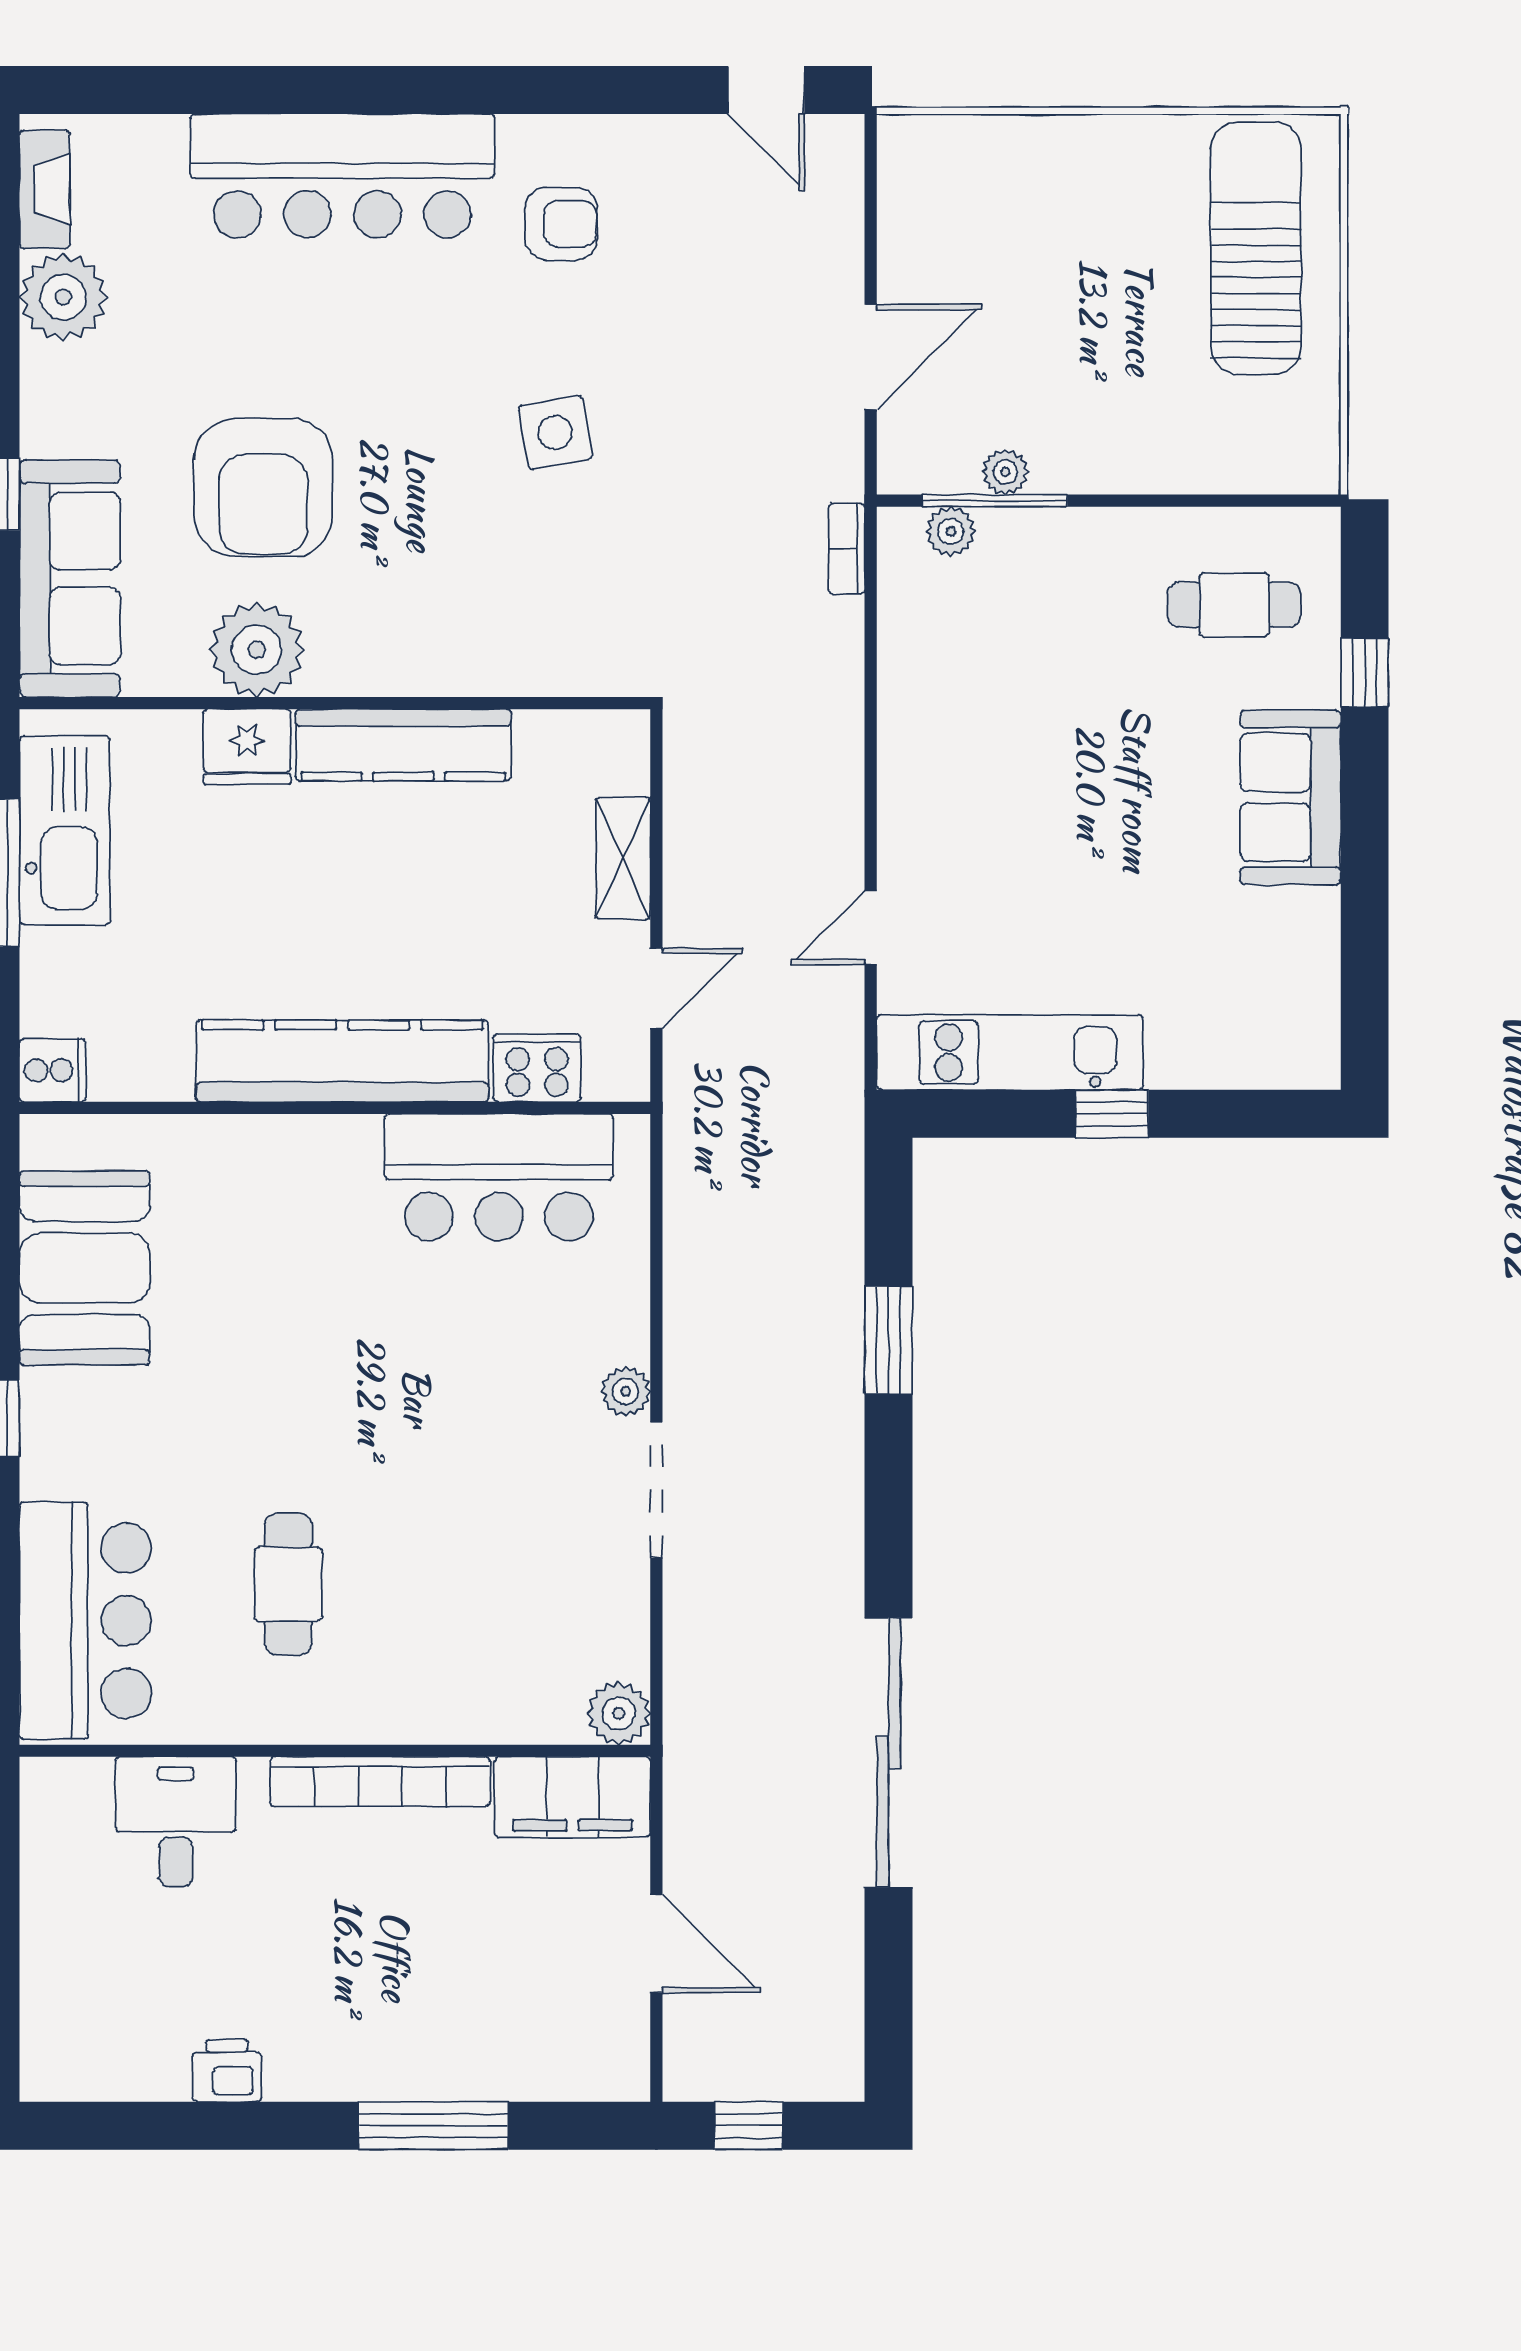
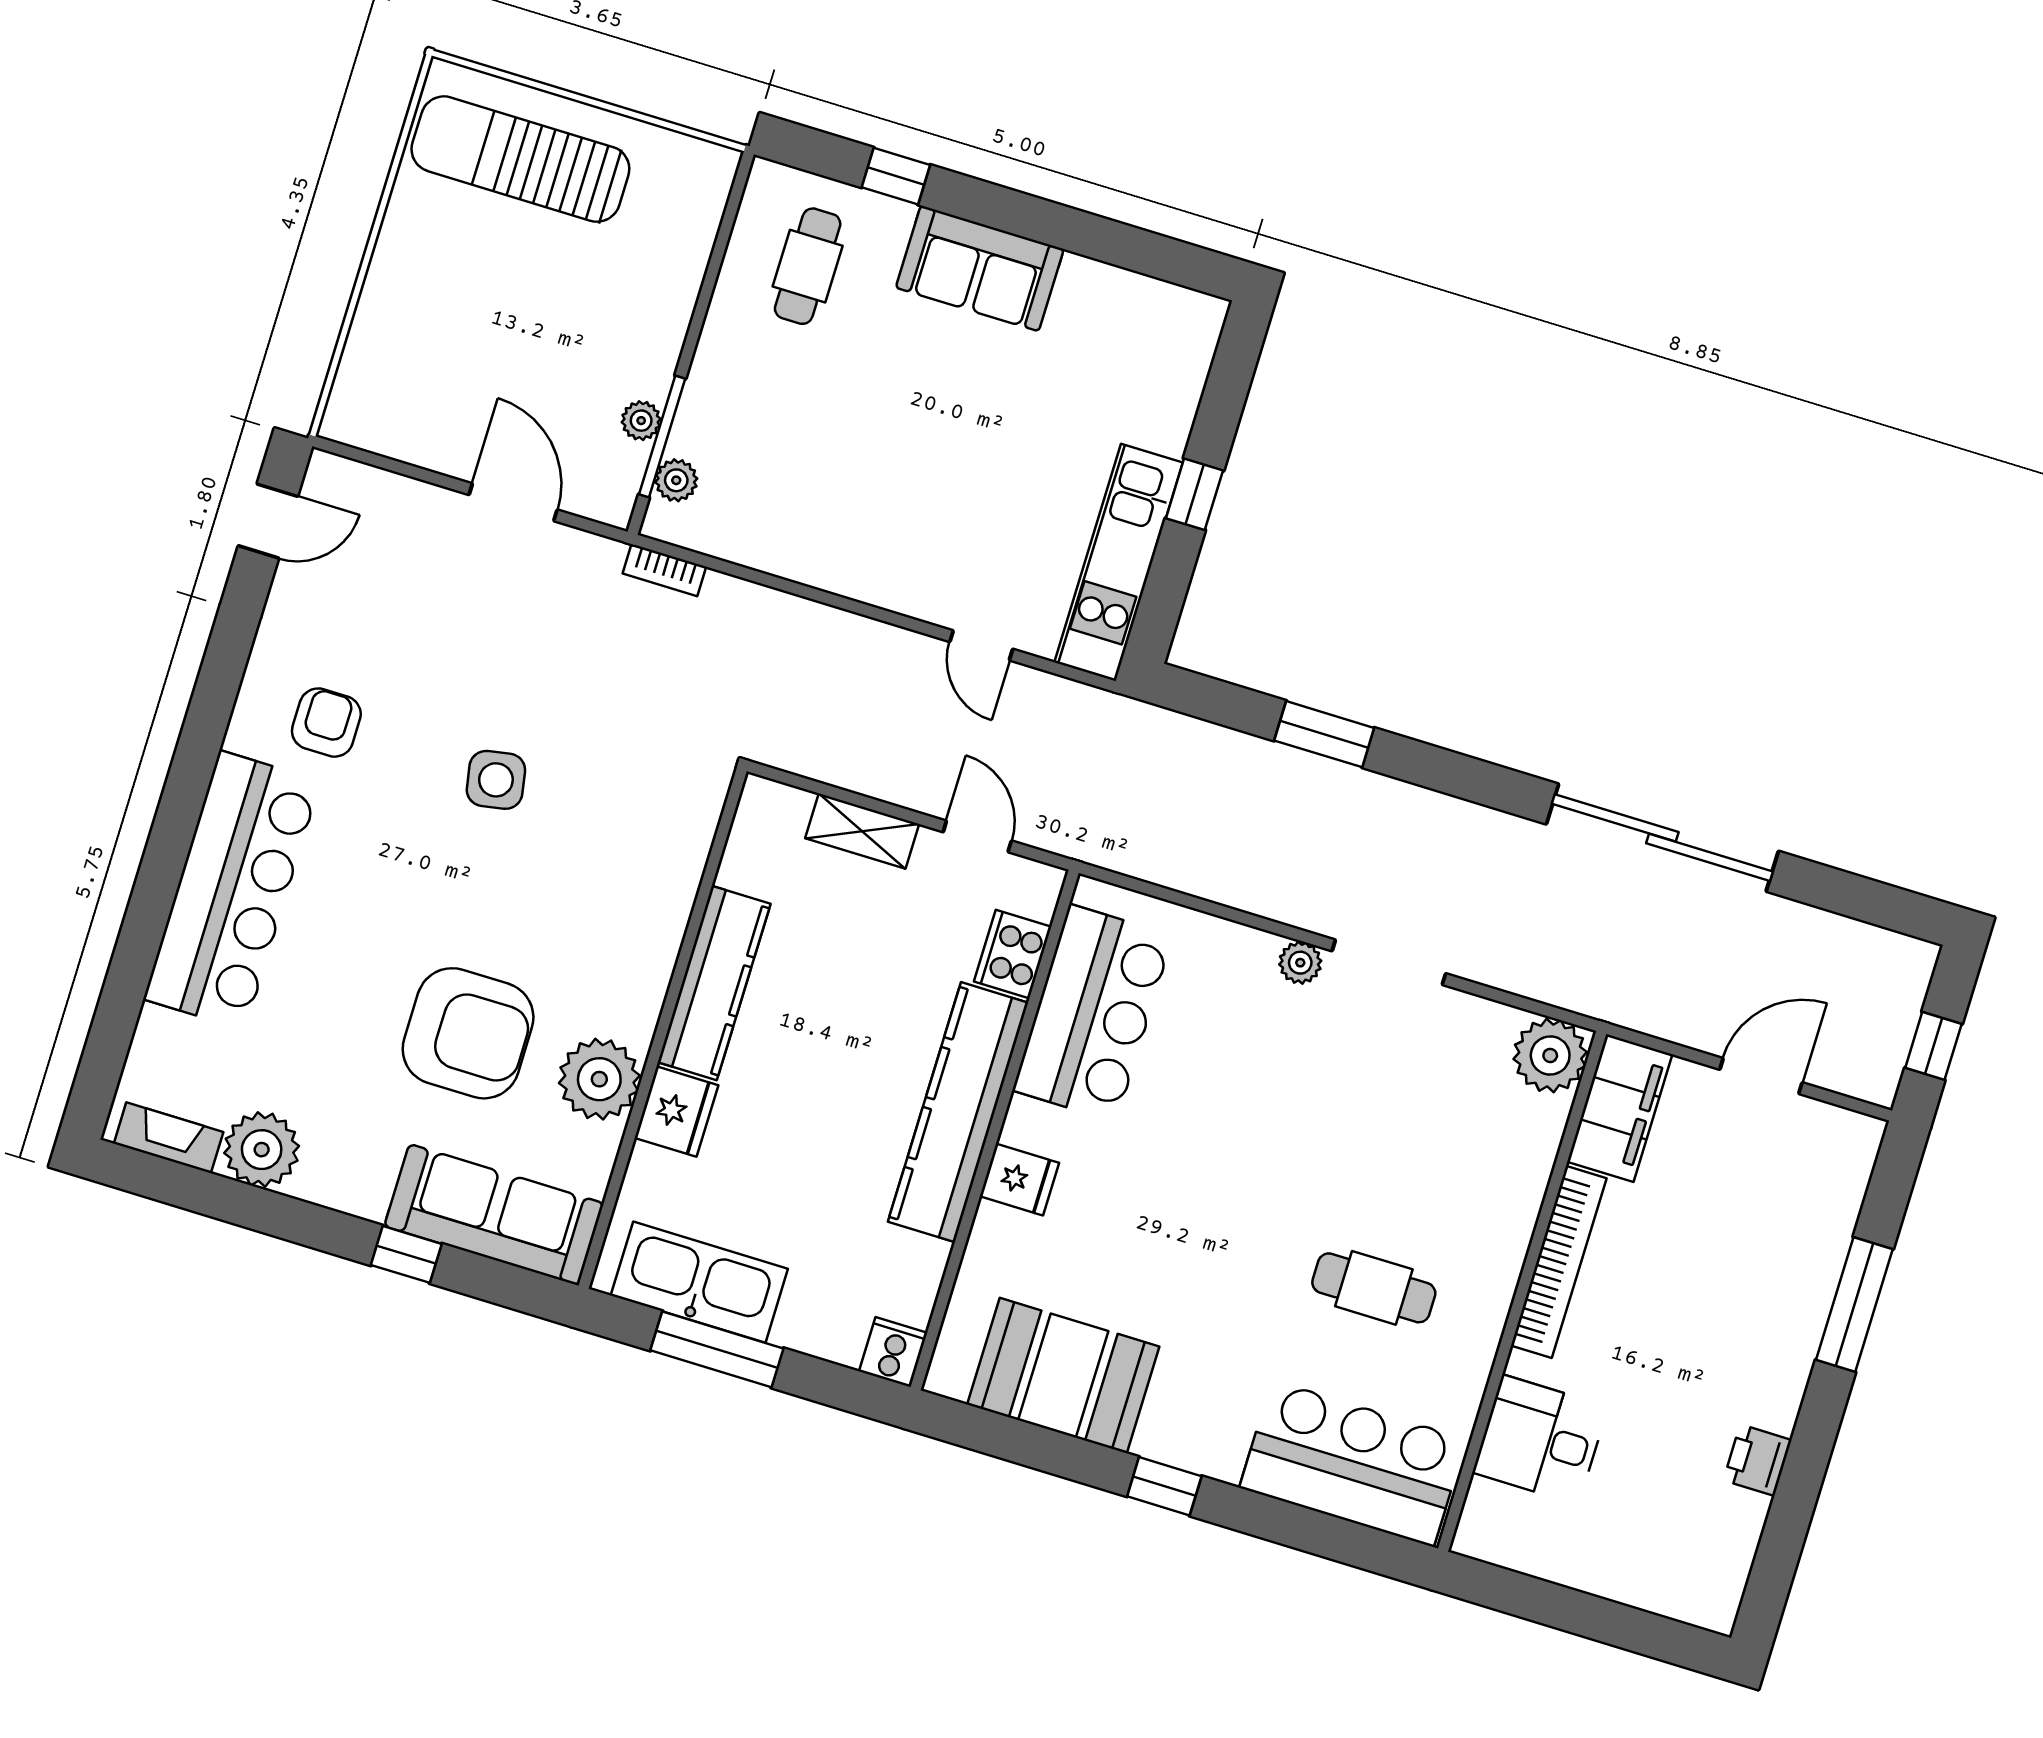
fridge: (288, 1152) -> (1019, 1180), added
plant: (619, 1713) -> (1550, 1055), width x1.36, depth x1.36

